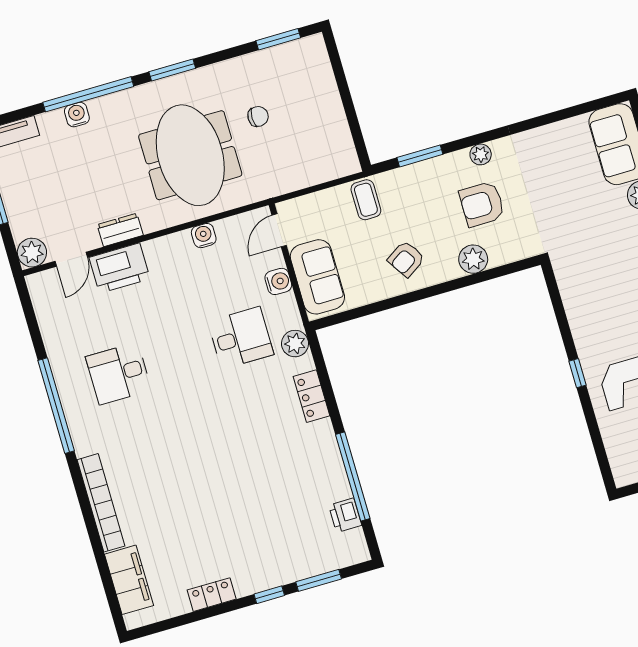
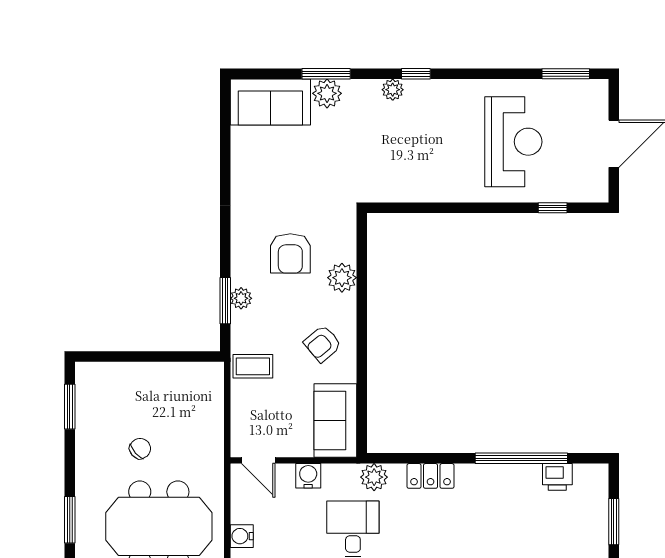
chair: (258, 116) -> (140, 449), turned 49
plant: (481, 154) -> (241, 298), moved
armchair: (406, 259) -> (323, 344), turned 83
sofa: (317, 277) -> (335, 421), moved, turned -90
window: (577, 373) -> (553, 208), moved

